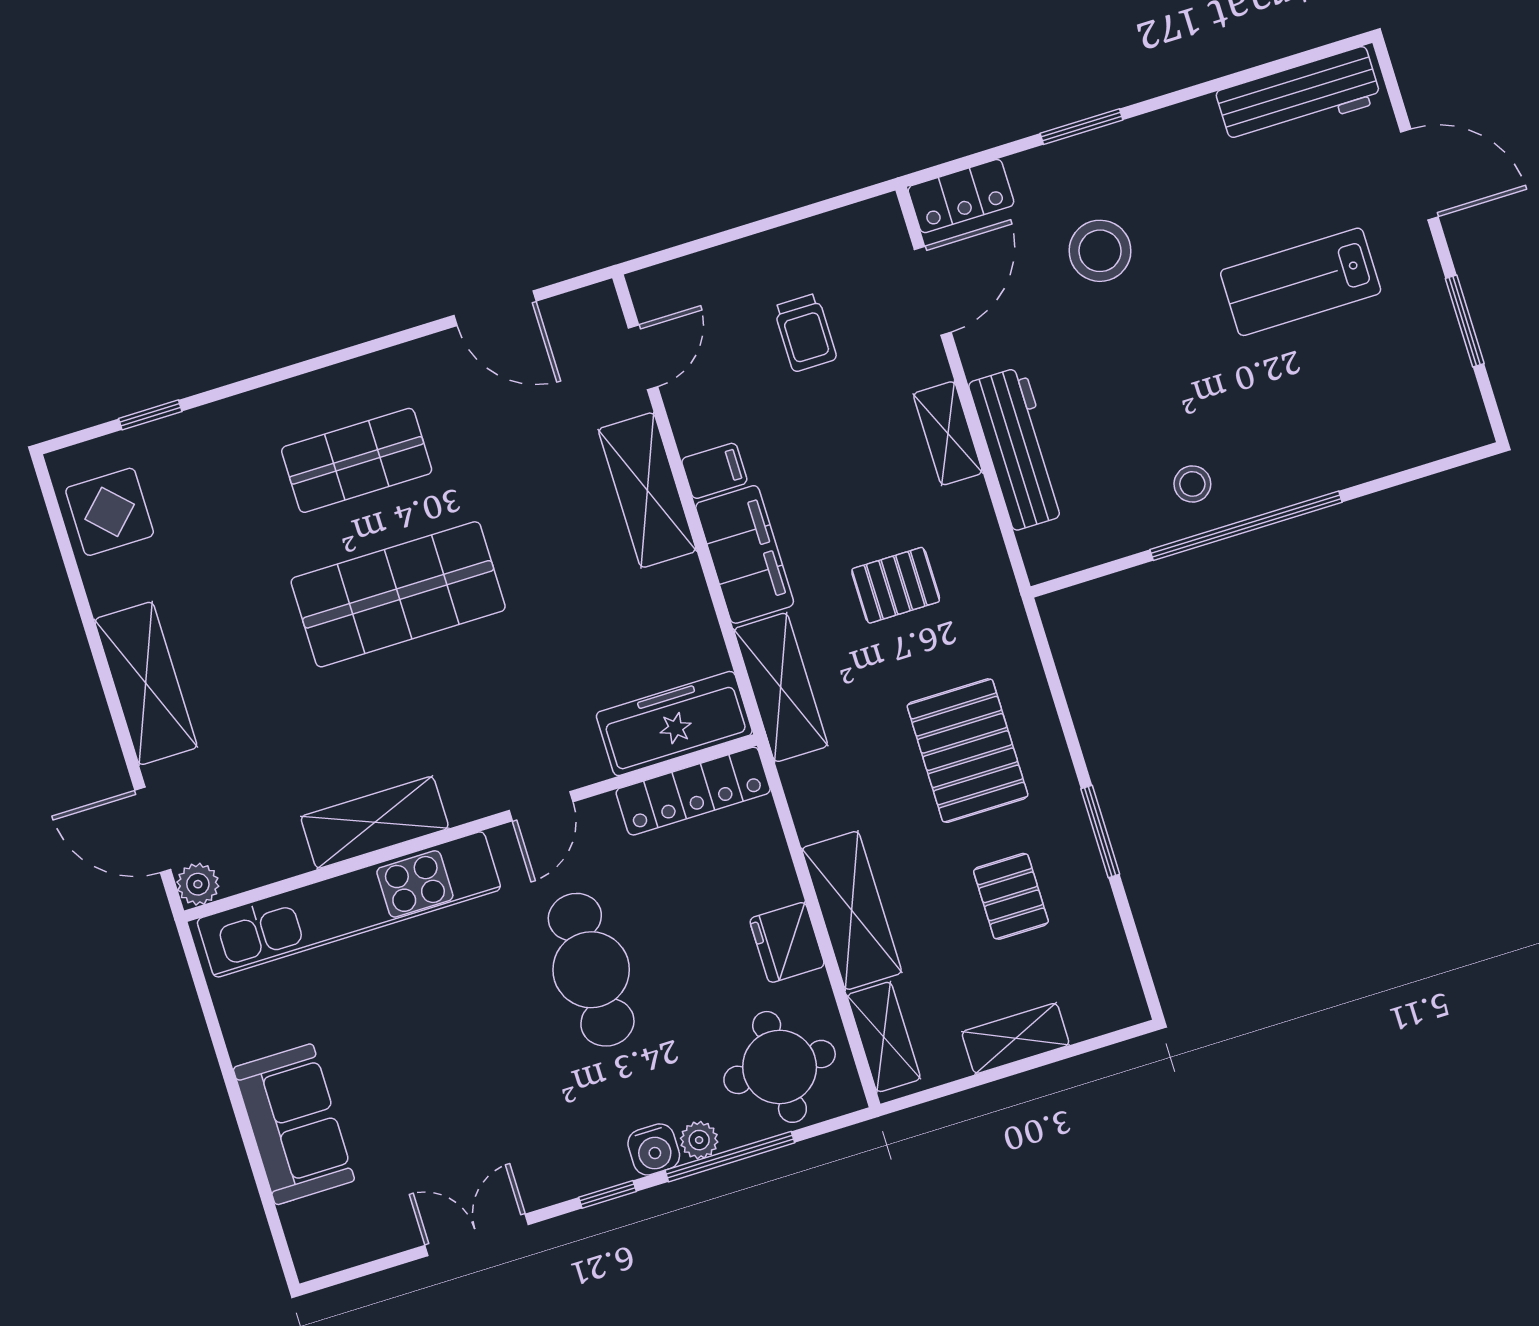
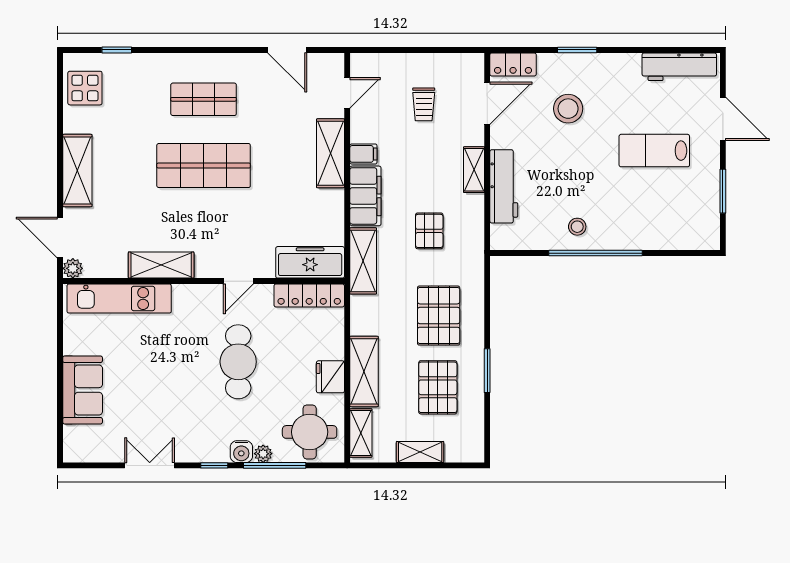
pallet: (896, 585) -> (429, 231), turned 90
pallet: (1011, 896) -> (438, 387), width x1.50, depth x1.42
kitchen unit: (349, 904) -> (119, 299), width x0.73

